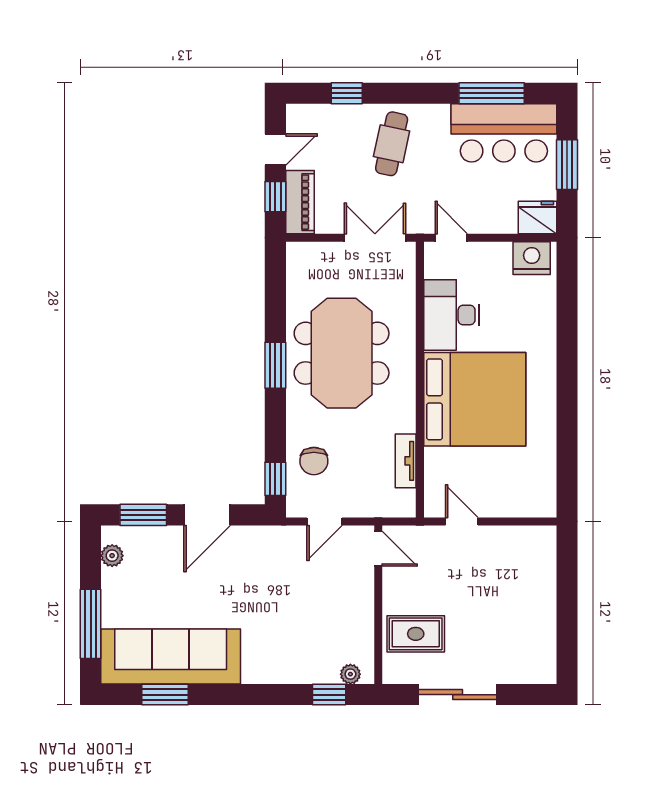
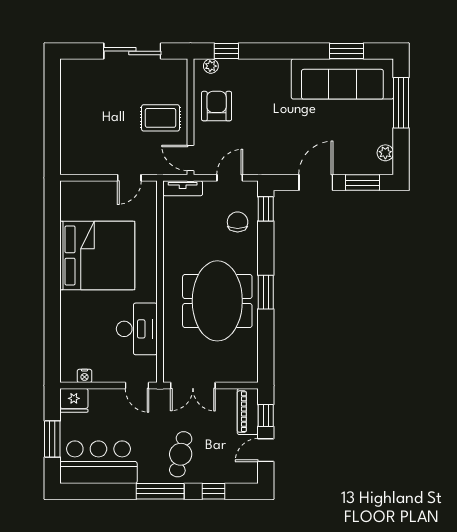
window: (492, 93) -> (160, 491), moved
nightstand: (532, 258) -> (84, 376), width x0.53, depth x0.56
bed: (475, 399) -> (97, 255), moved, turned 180
tv unit: (406, 461) -> (183, 188), moved, turned 90
door: (462, 521) -> (129, 178), hinge flipped
armchair: (343, 619) -> (217, 106), added
rug: (416, 634) -> (160, 118), moved

